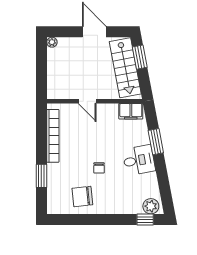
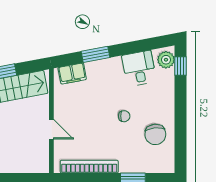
door: (87, 101) -> (51, 129), hinge flipped
filing cabinet: (131, 111) -> (72, 74), moved, turned 79
desk: (139, 160) -> (139, 68), moved

